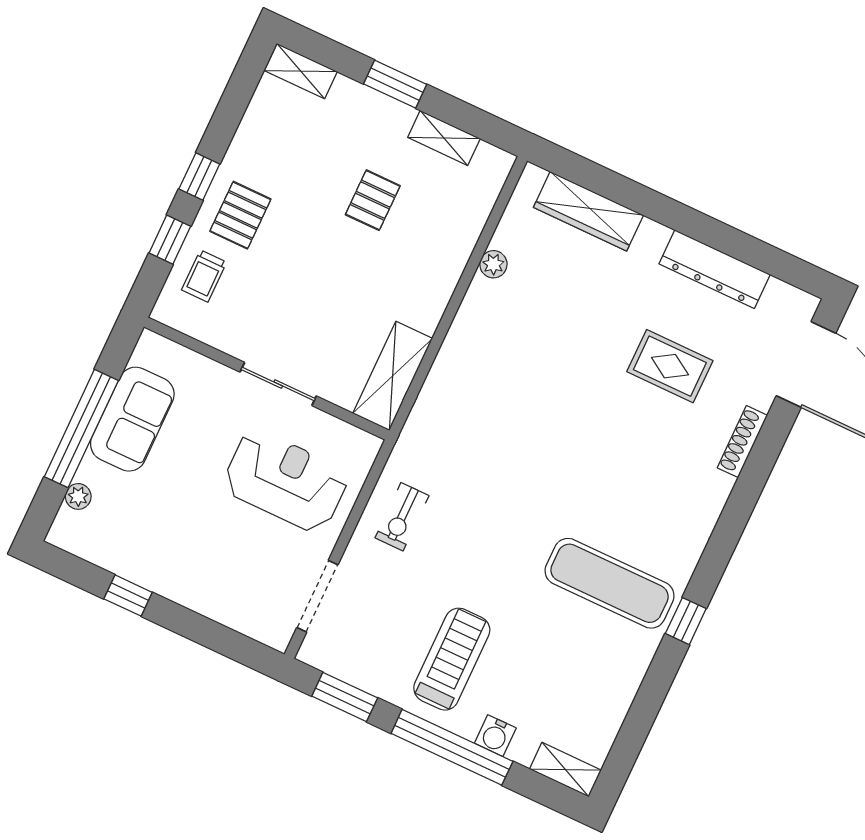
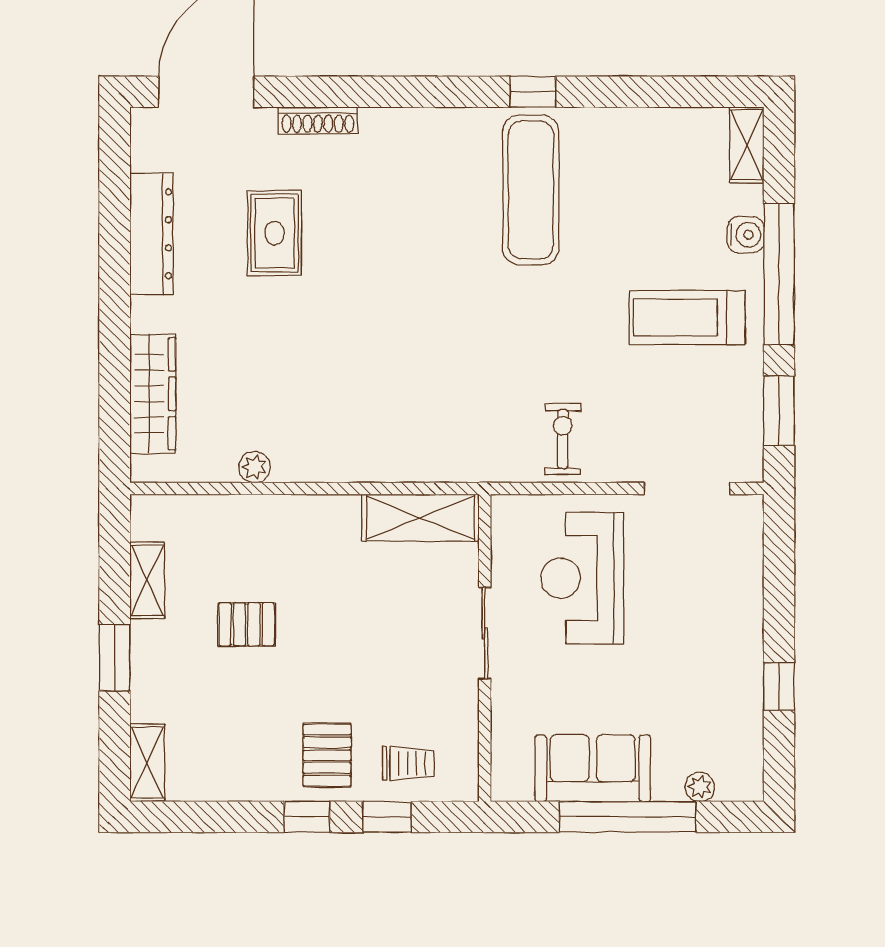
pallet: (240, 215) -> (327, 755), turned 90
exercise bike: (402, 517) -> (563, 439), turned -90

